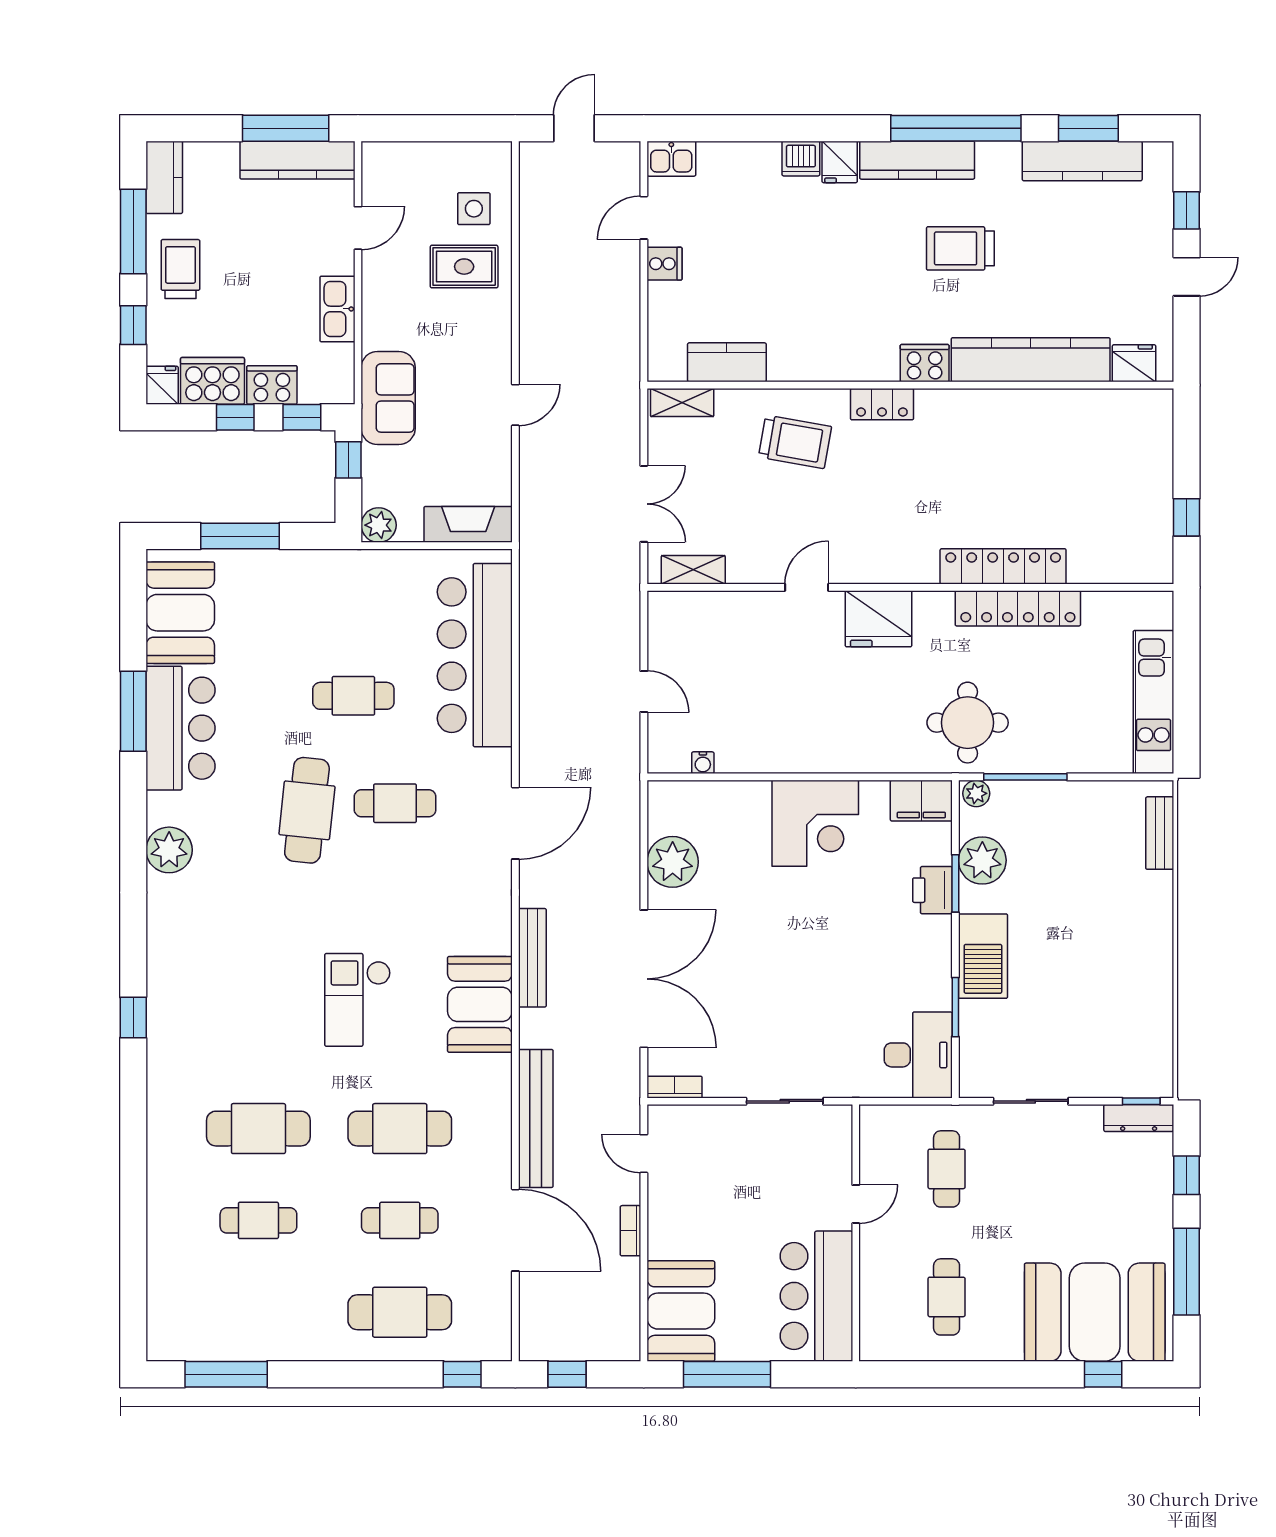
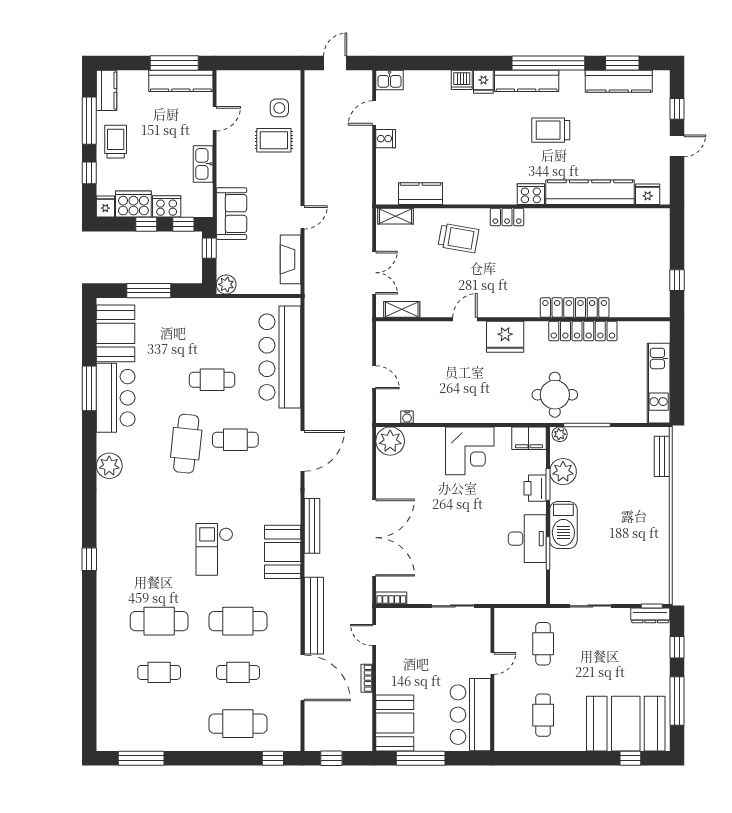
fireplace: (468, 524) -> (291, 259), moved, turned -90
plant: (673, 862) -> (390, 441), moved
desk: (918, 1055) -> (527, 539), moved

